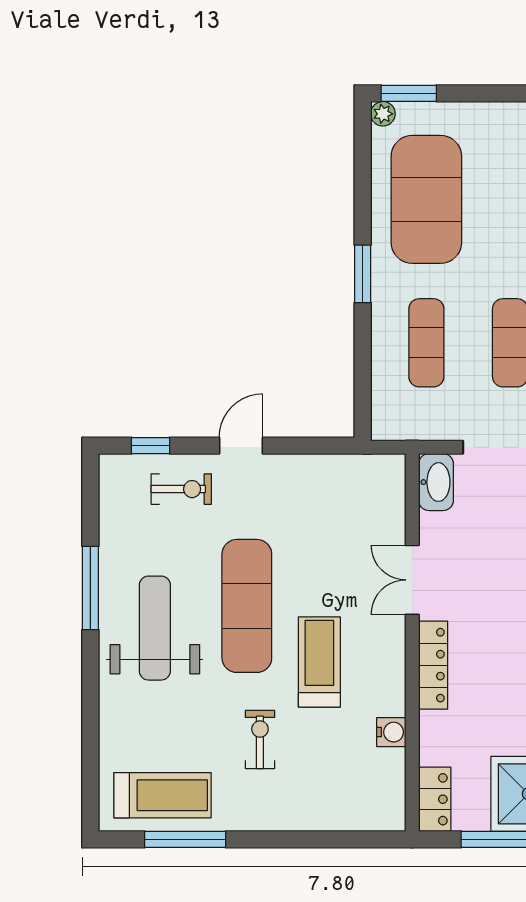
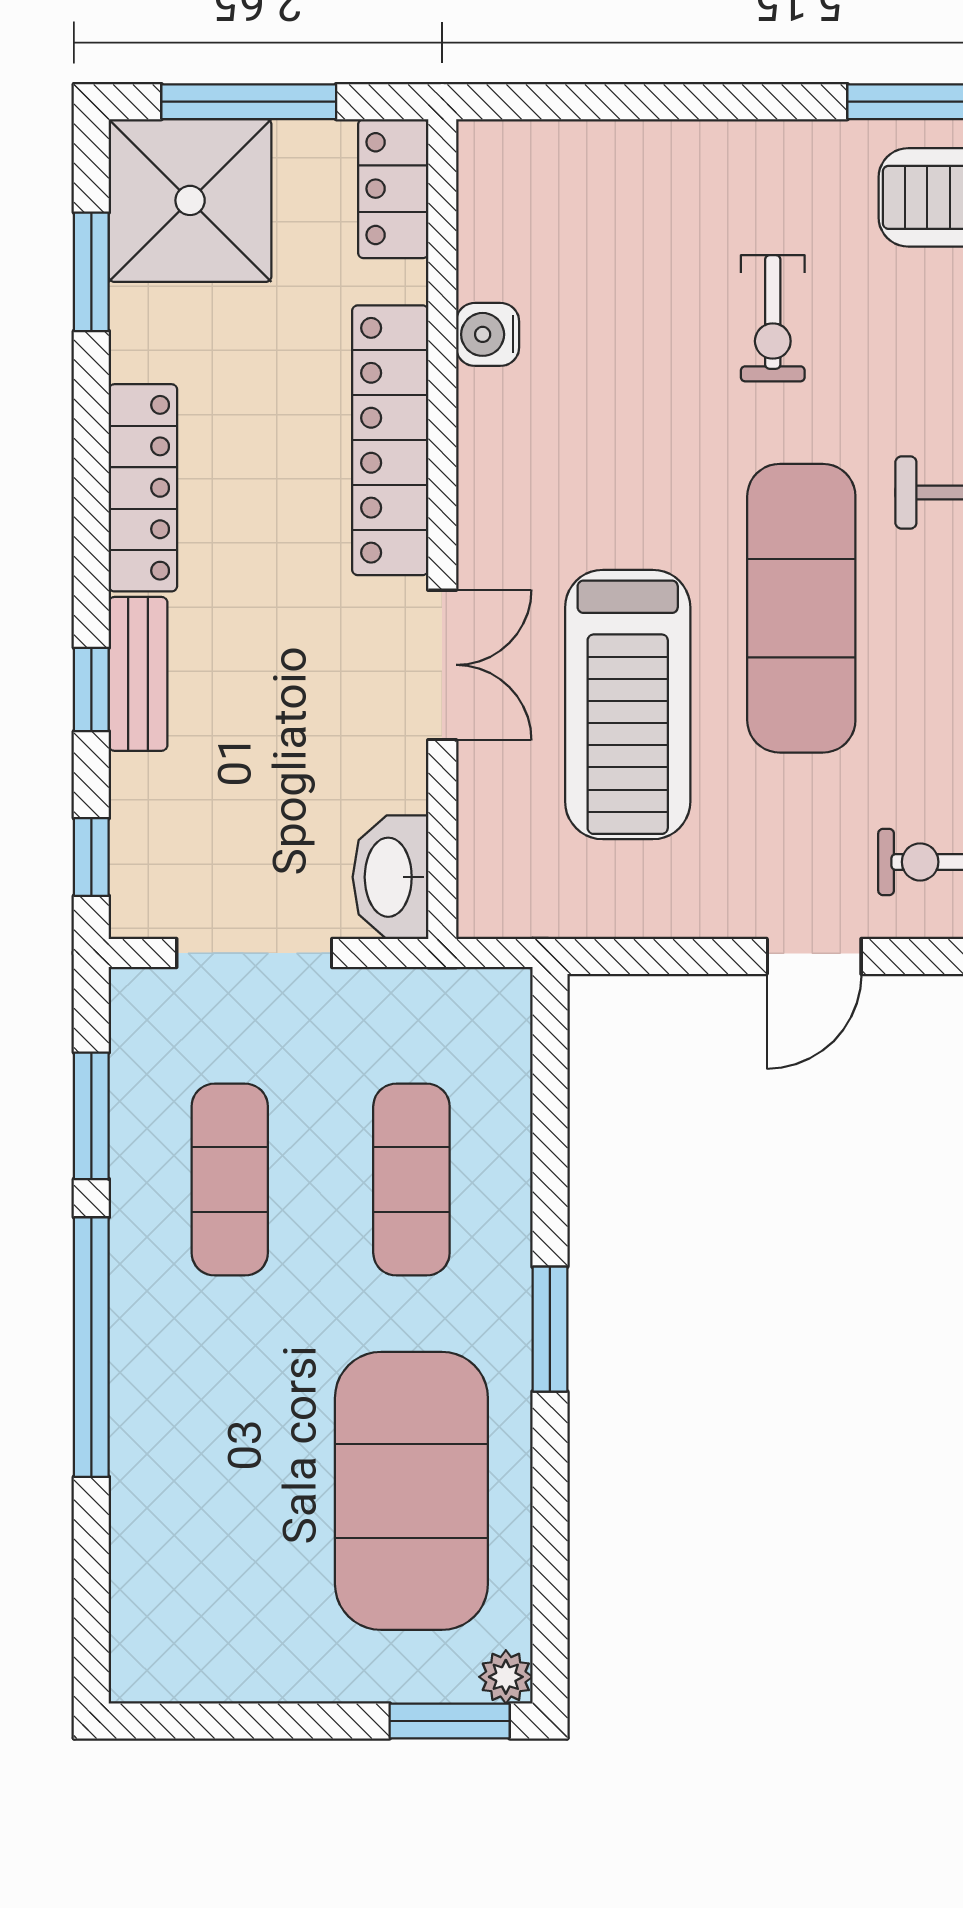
treadmill: (319, 662) -> (628, 705), moved, width x1.37, depth x1.38
locker: (433, 665) -> (390, 440), width x1.41, depth x1.21

